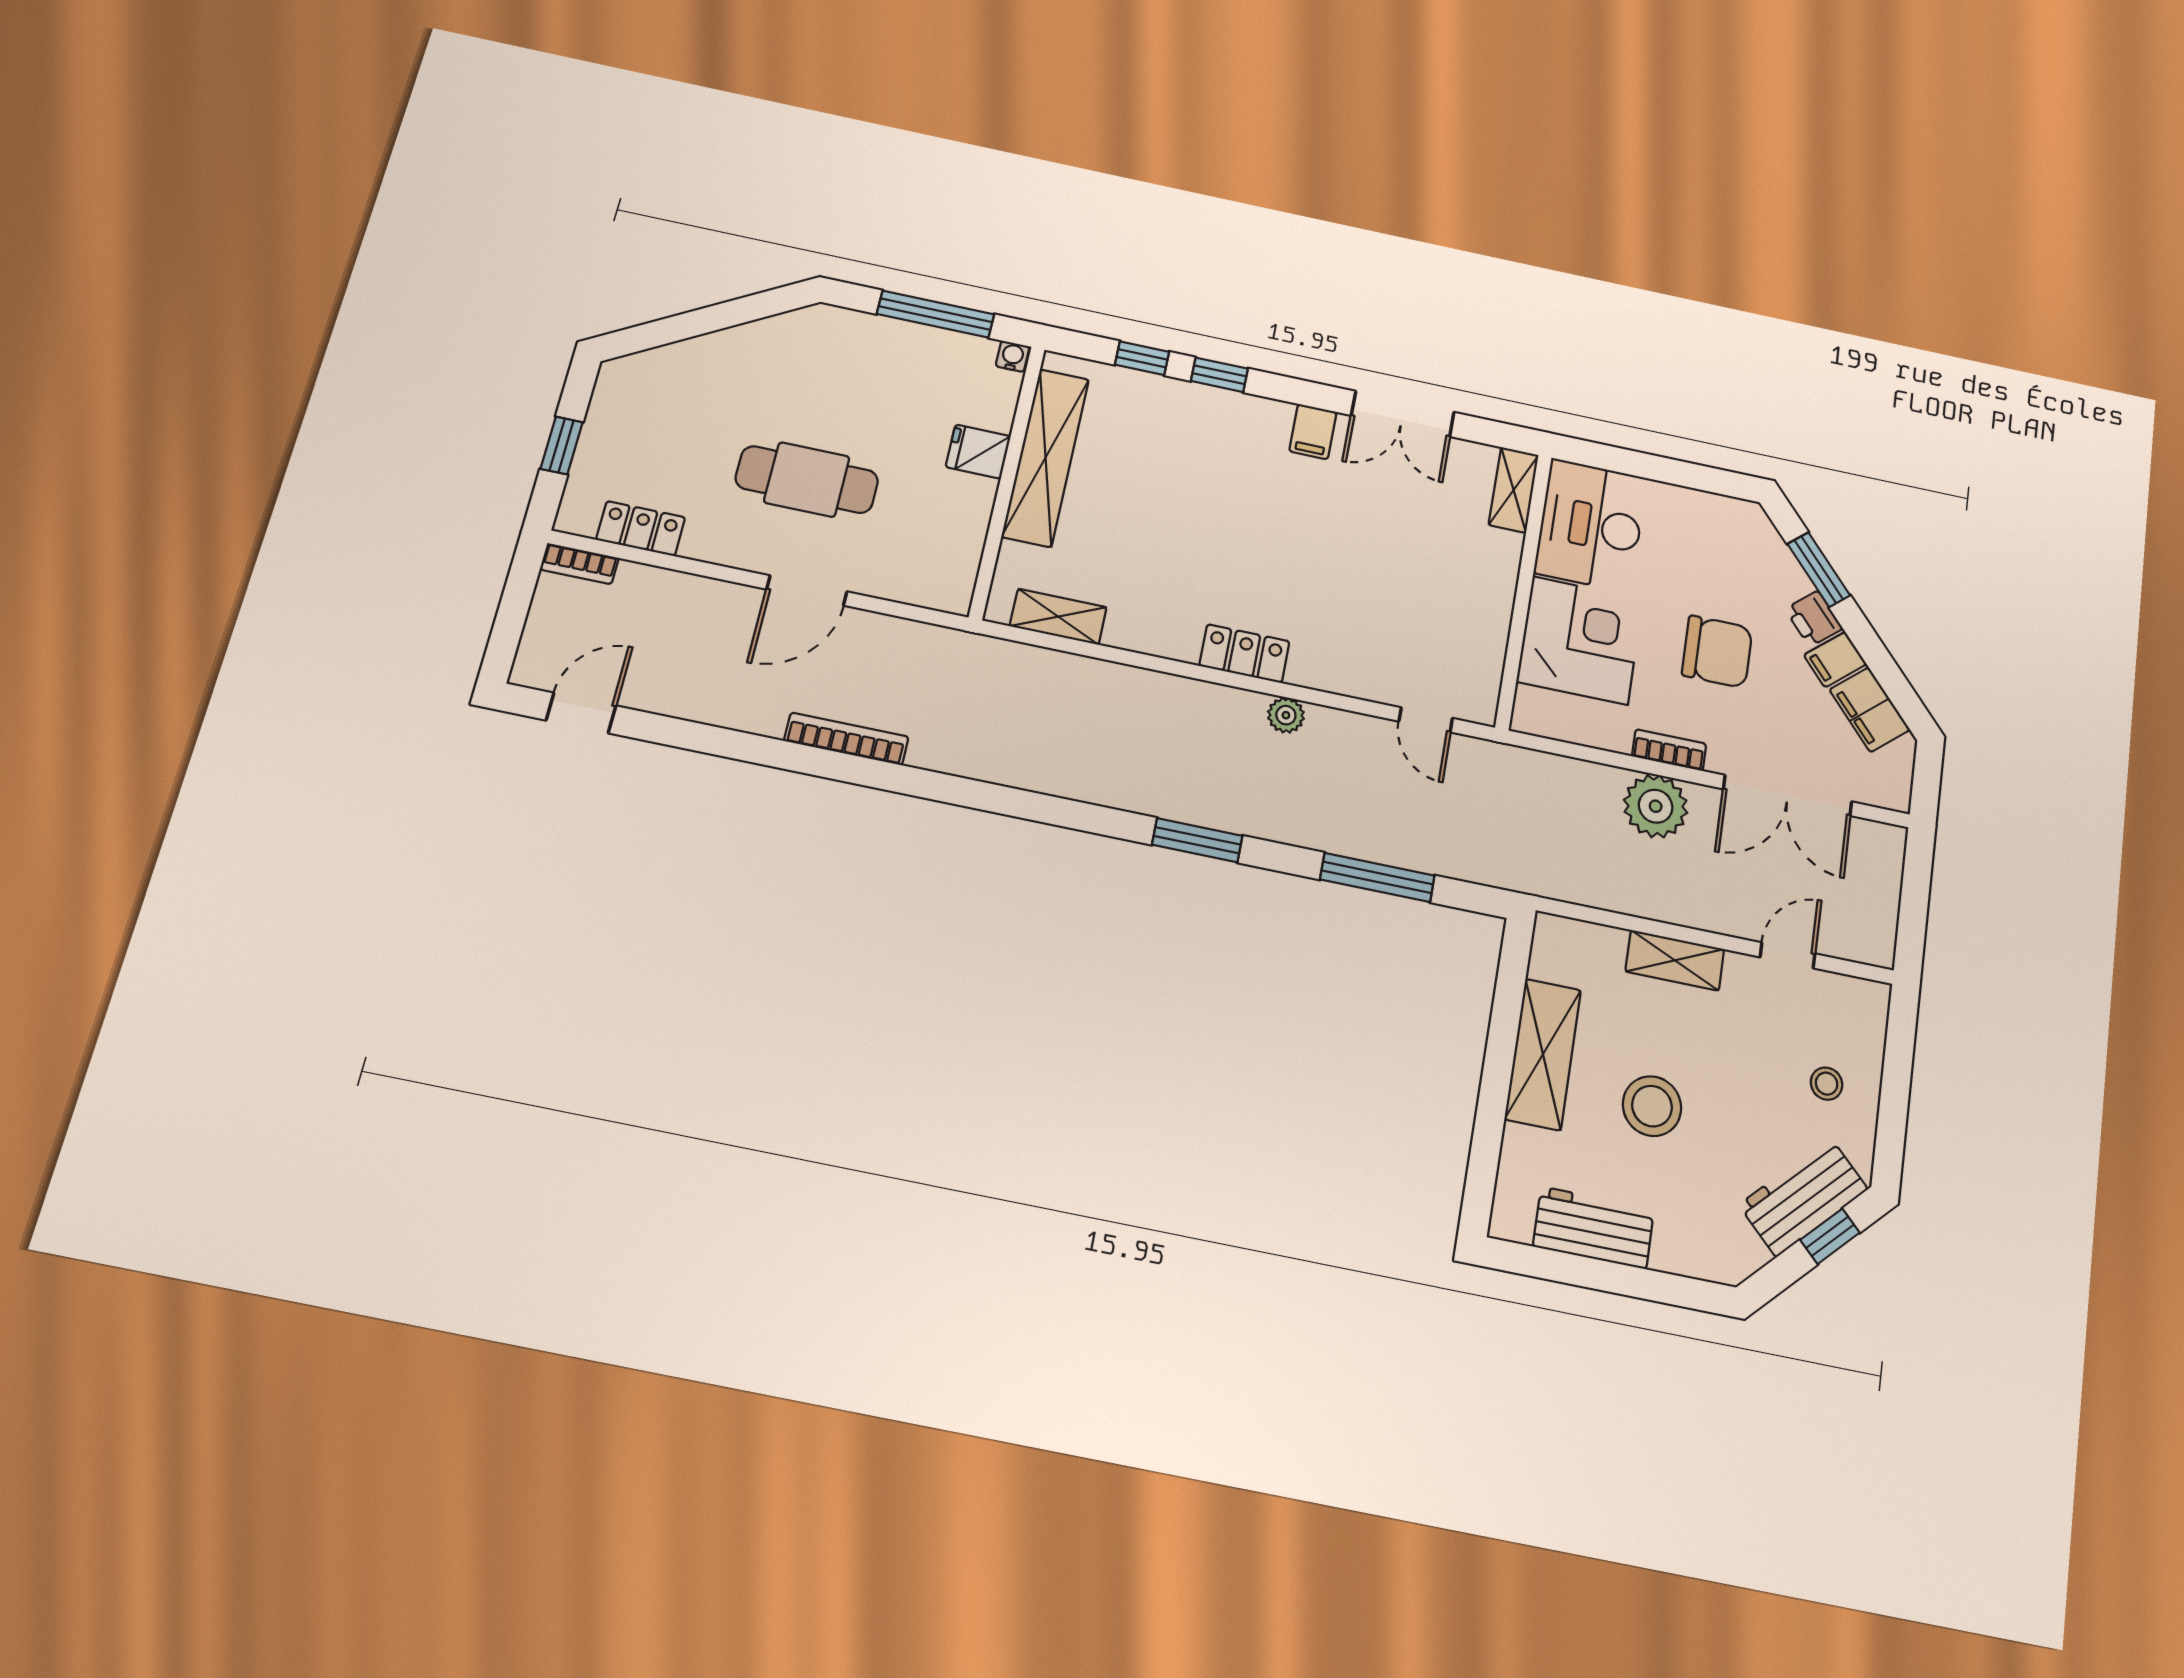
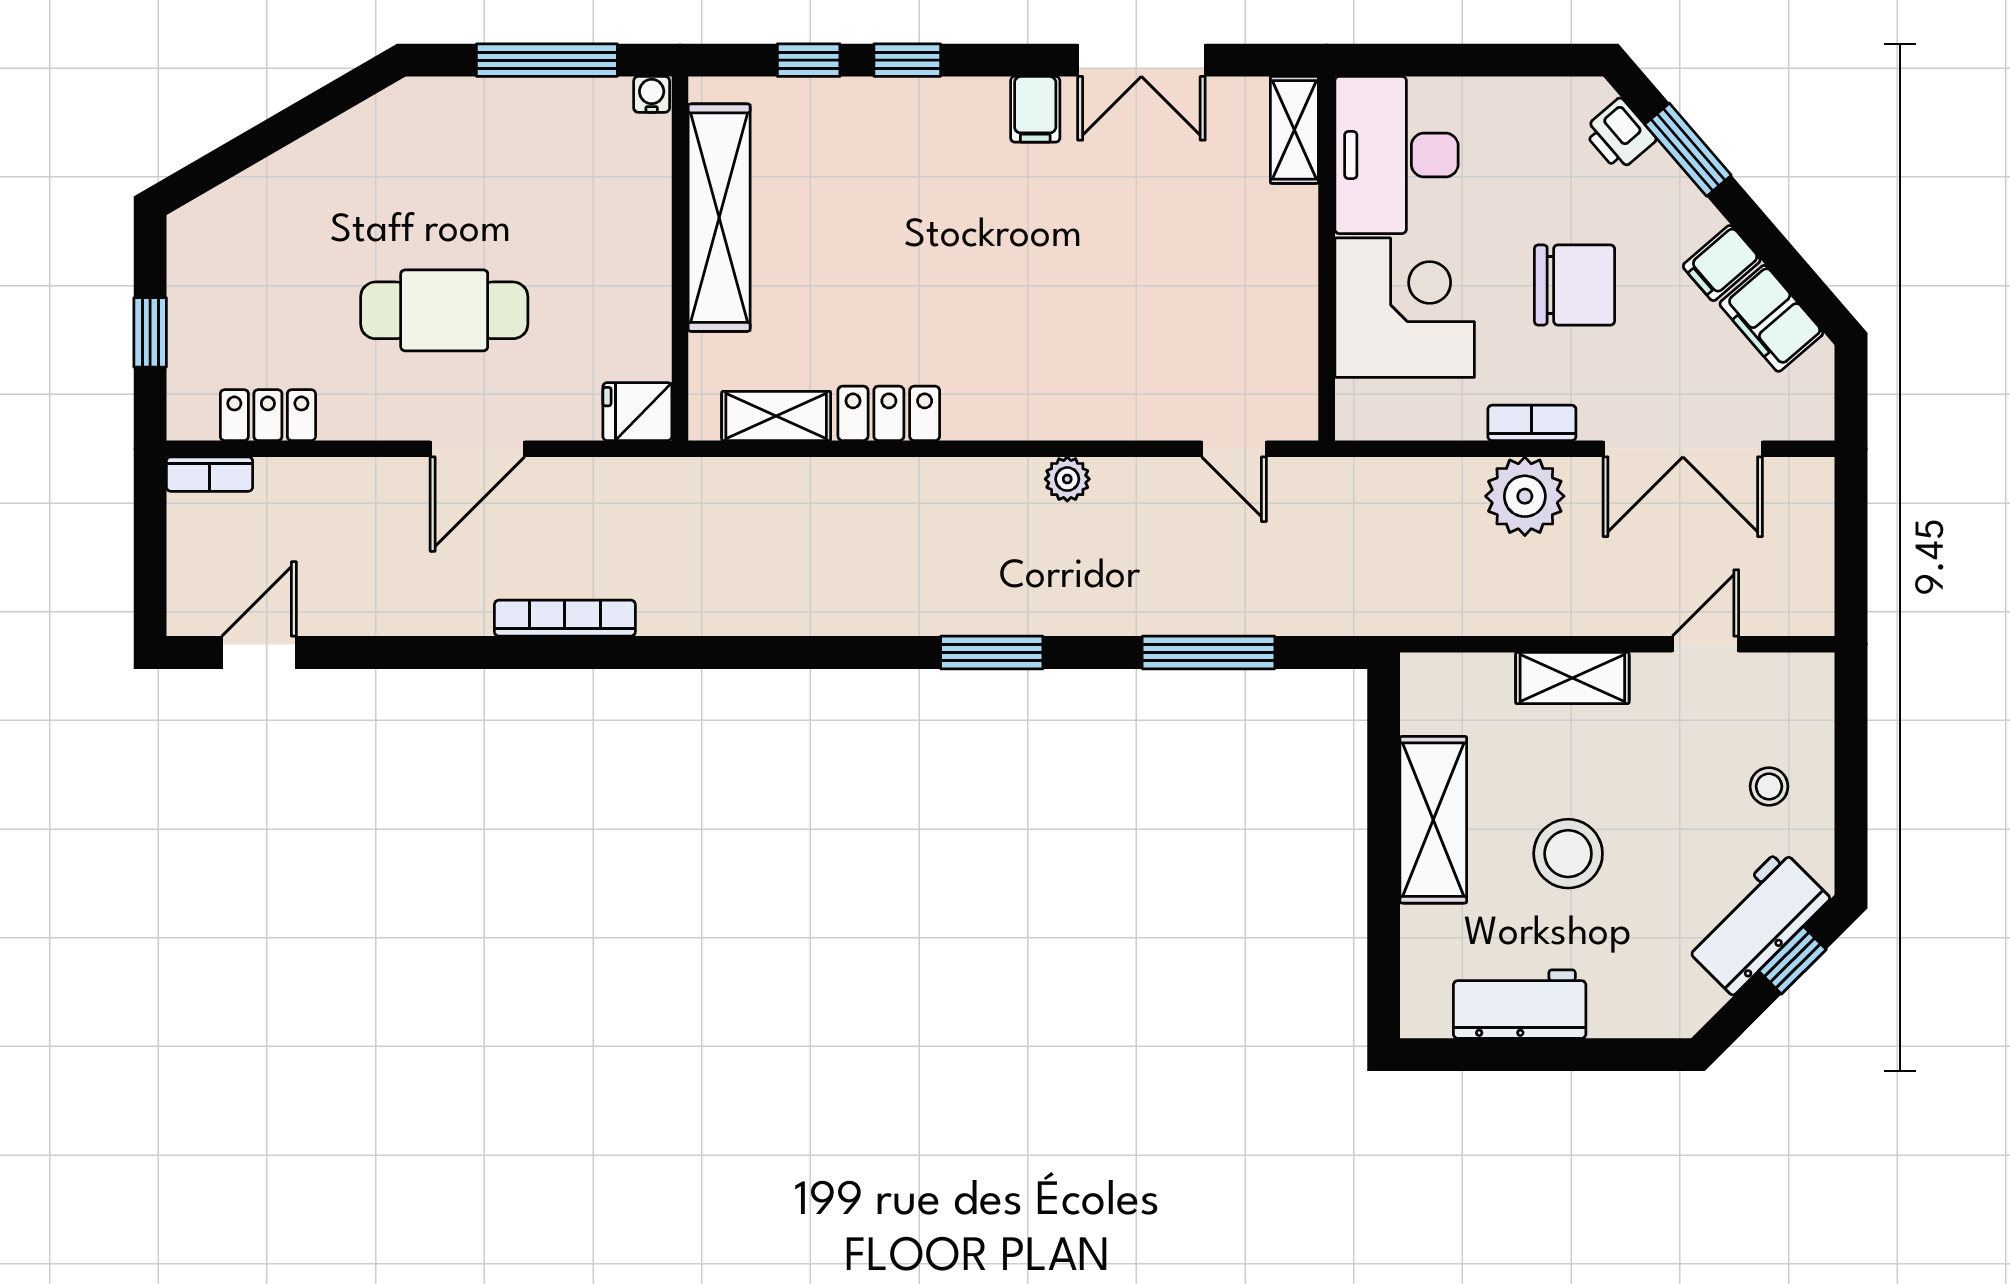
fridge: (978, 452) -> (637, 412), moved
printer: (1814, 619) -> (1619, 135), moved
locker: (1244, 654) -> (889, 413), moved

